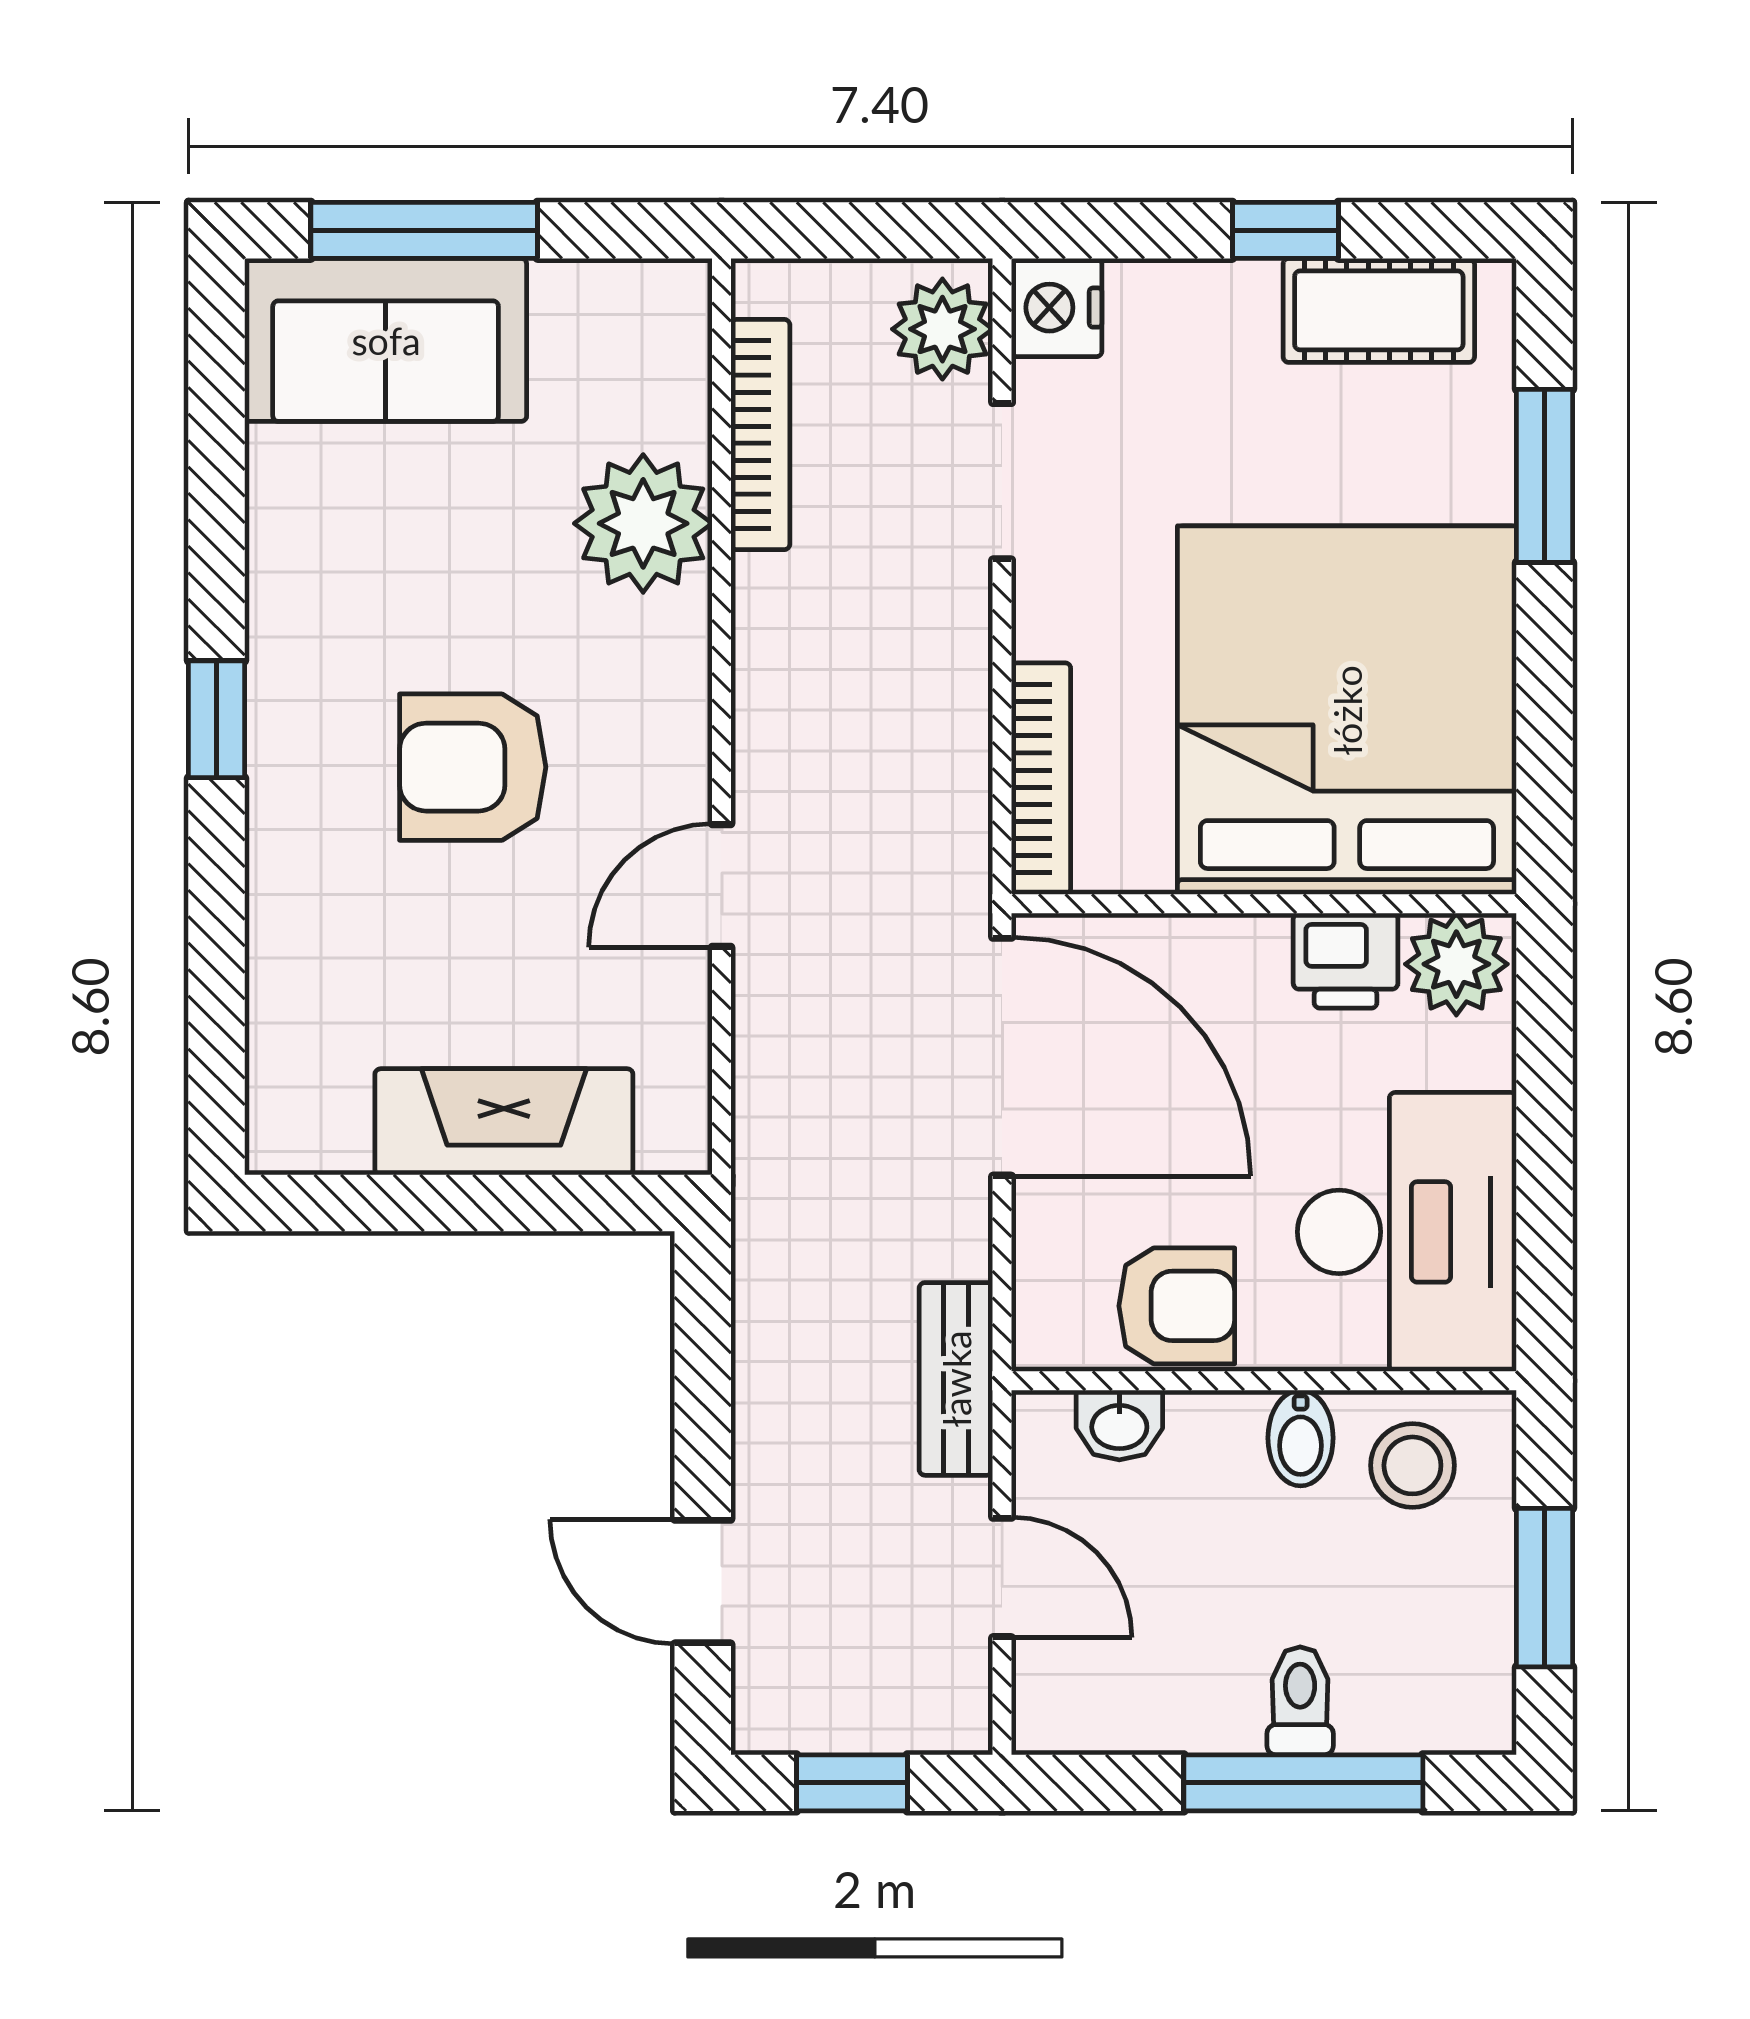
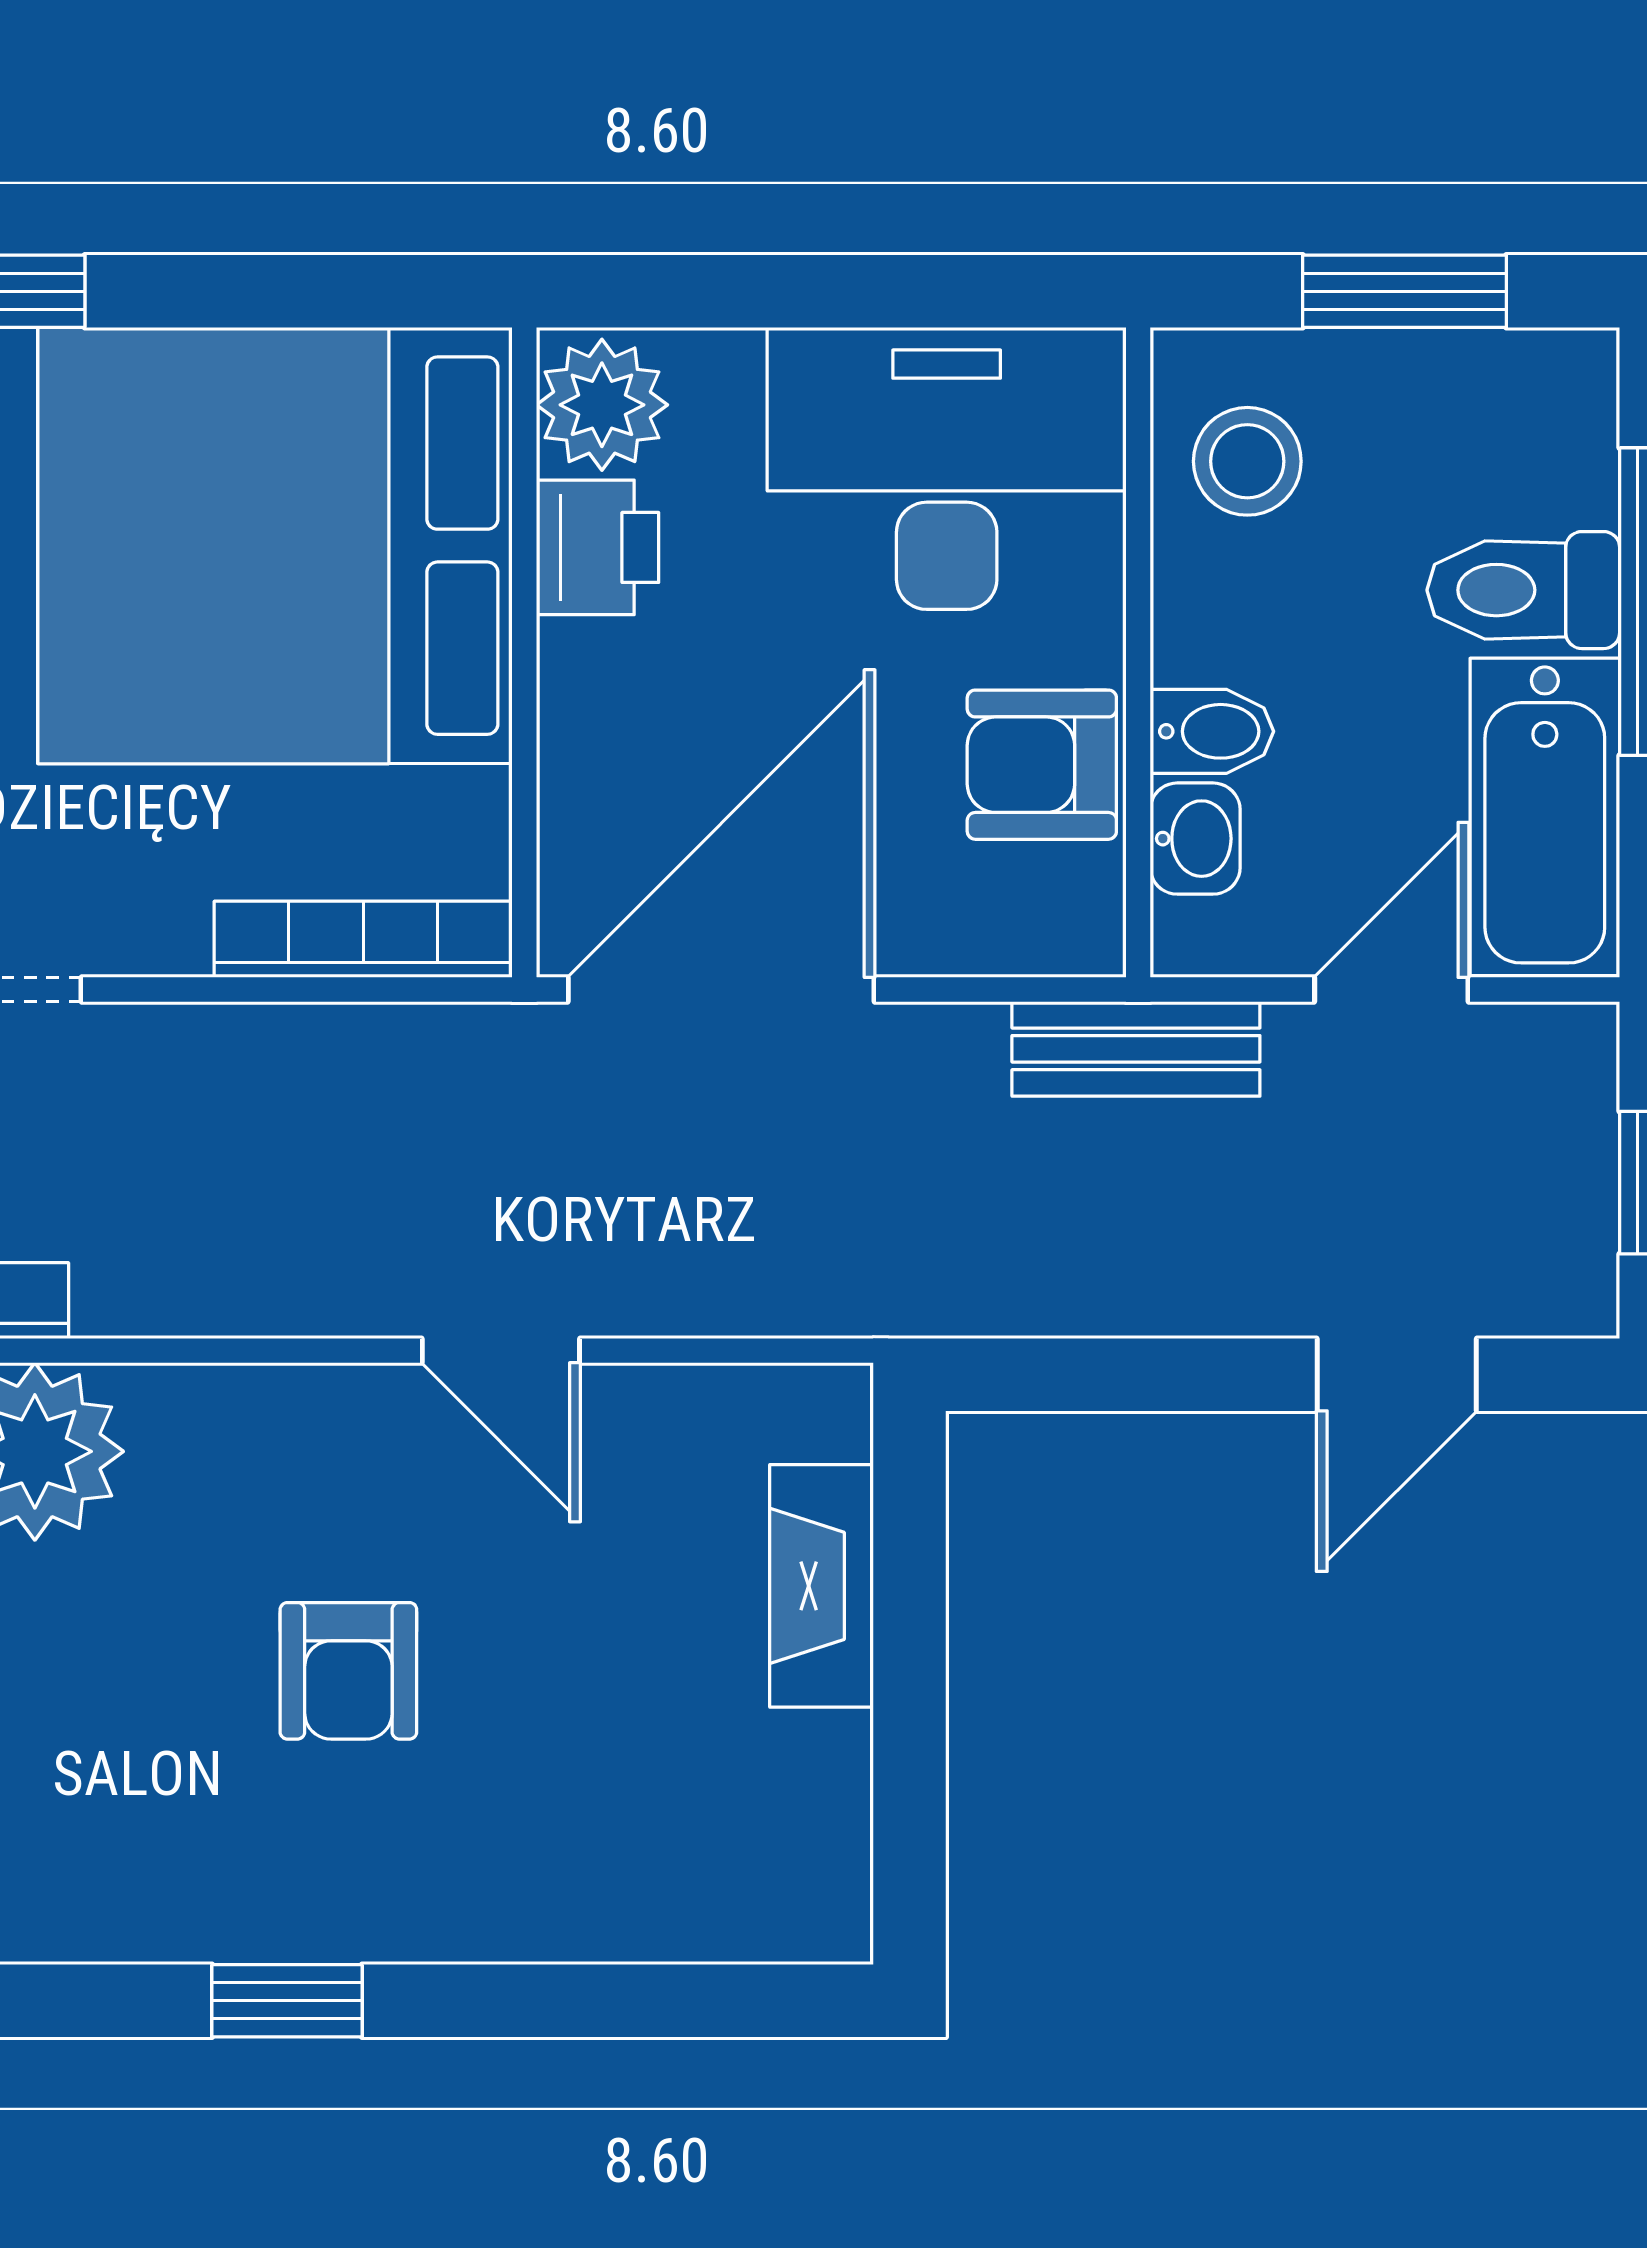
armchair: (473, 767) -> (348, 1671), width x0.72, depth x0.72
fireplace: (504, 1122) -> (821, 1586), width x0.73, depth x0.76
armchair: (1177, 1306) -> (1042, 765), turned -90
bidet: (1301, 1438) -> (1212, 731), moved
bathtub: (1136, 1697) -> (1545, 817), added
toilet: (1300, 1701) -> (1523, 590), width x1.37, depth x1.39

